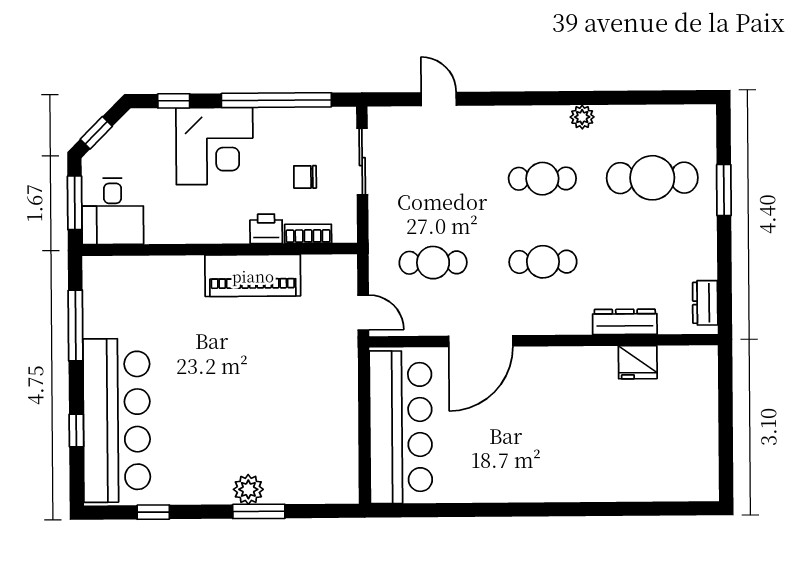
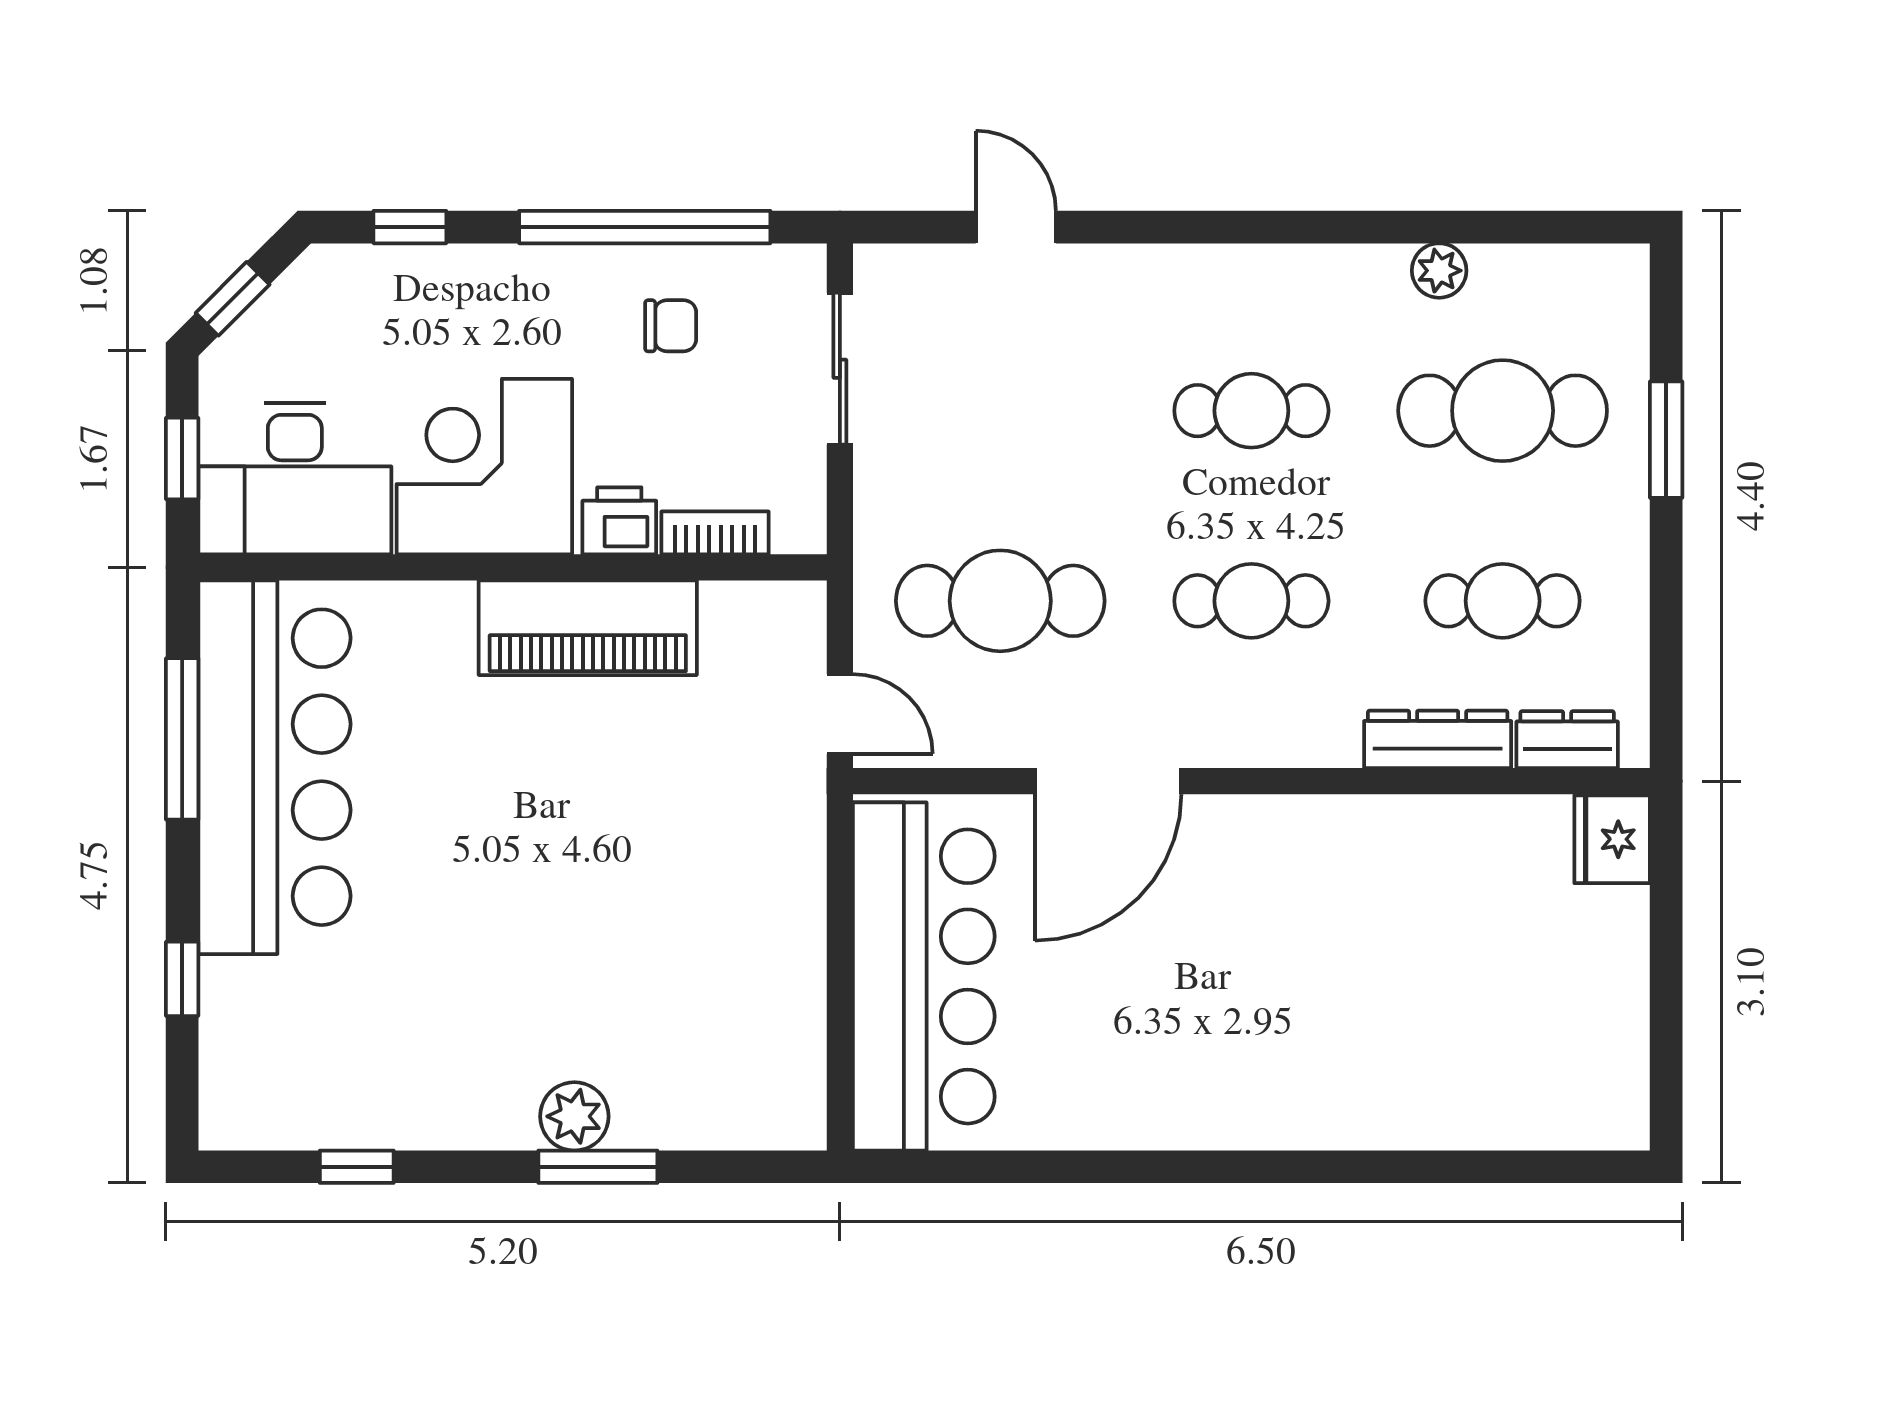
plant: (582, 117) -> (1439, 271), moved
corner desk: (215, 146) -> (484, 467), moved, turned 180
chair: (305, 177) -> (671, 326), moved, turned 180
window: (75, 203) -> (182, 459), width x0.67
desk: (113, 211) -> (295, 478), width x1.37
cafe table: (653, 261) -> (1503, 601), added
cafe table: (433, 263) -> (1000, 601), width x1.37, depth x1.35
dresser: (705, 303) -> (1567, 740), moved, turned 90
fridge: (638, 362) -> (1612, 839), moved, turned 90
bar counter: (117, 420) -> (274, 767), moved

